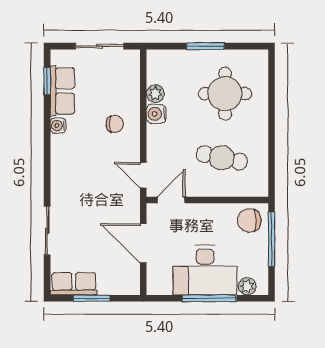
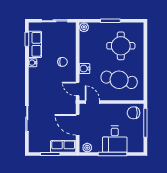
plant: (155, 94) -> (84, 27), moved
water cooler: (156, 114) -> (84, 69), moved
cafe table: (222, 158) -> (119, 80), width x1.37, depth x1.35
door: (171, 200) -> (92, 102), hinge flipped
desk: (205, 270) -> (115, 139), width x0.73
row of seats: (74, 284) -> (63, 146), moved
plant: (247, 286) -> (87, 148), moved

